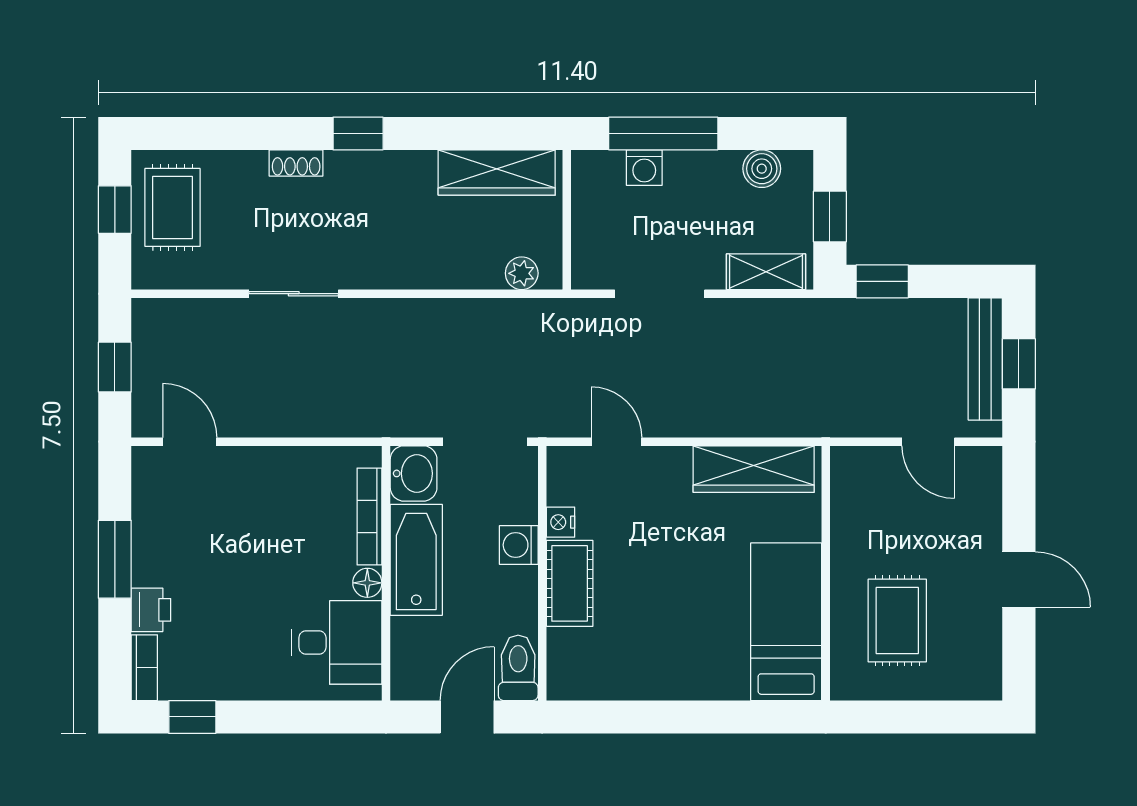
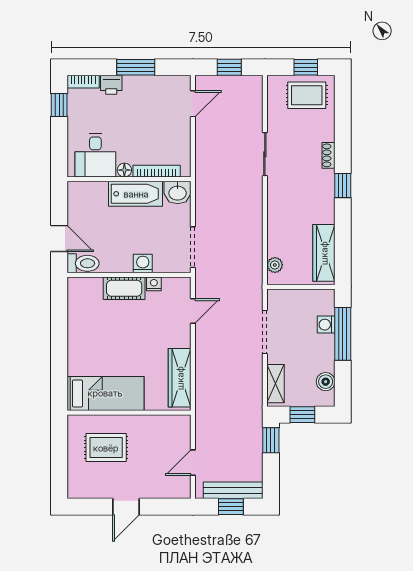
washbasin: (414, 473) -> (178, 192), moved
bookcase: (369, 517) -> (157, 171), moved
bathtub: (416, 560) -> (136, 194), moved
wall: (386, 573) -> (129, 179), moved
floor lamp: (367, 583) -> (124, 170), moved
desk: (337, 642) -> (95, 155), moved

